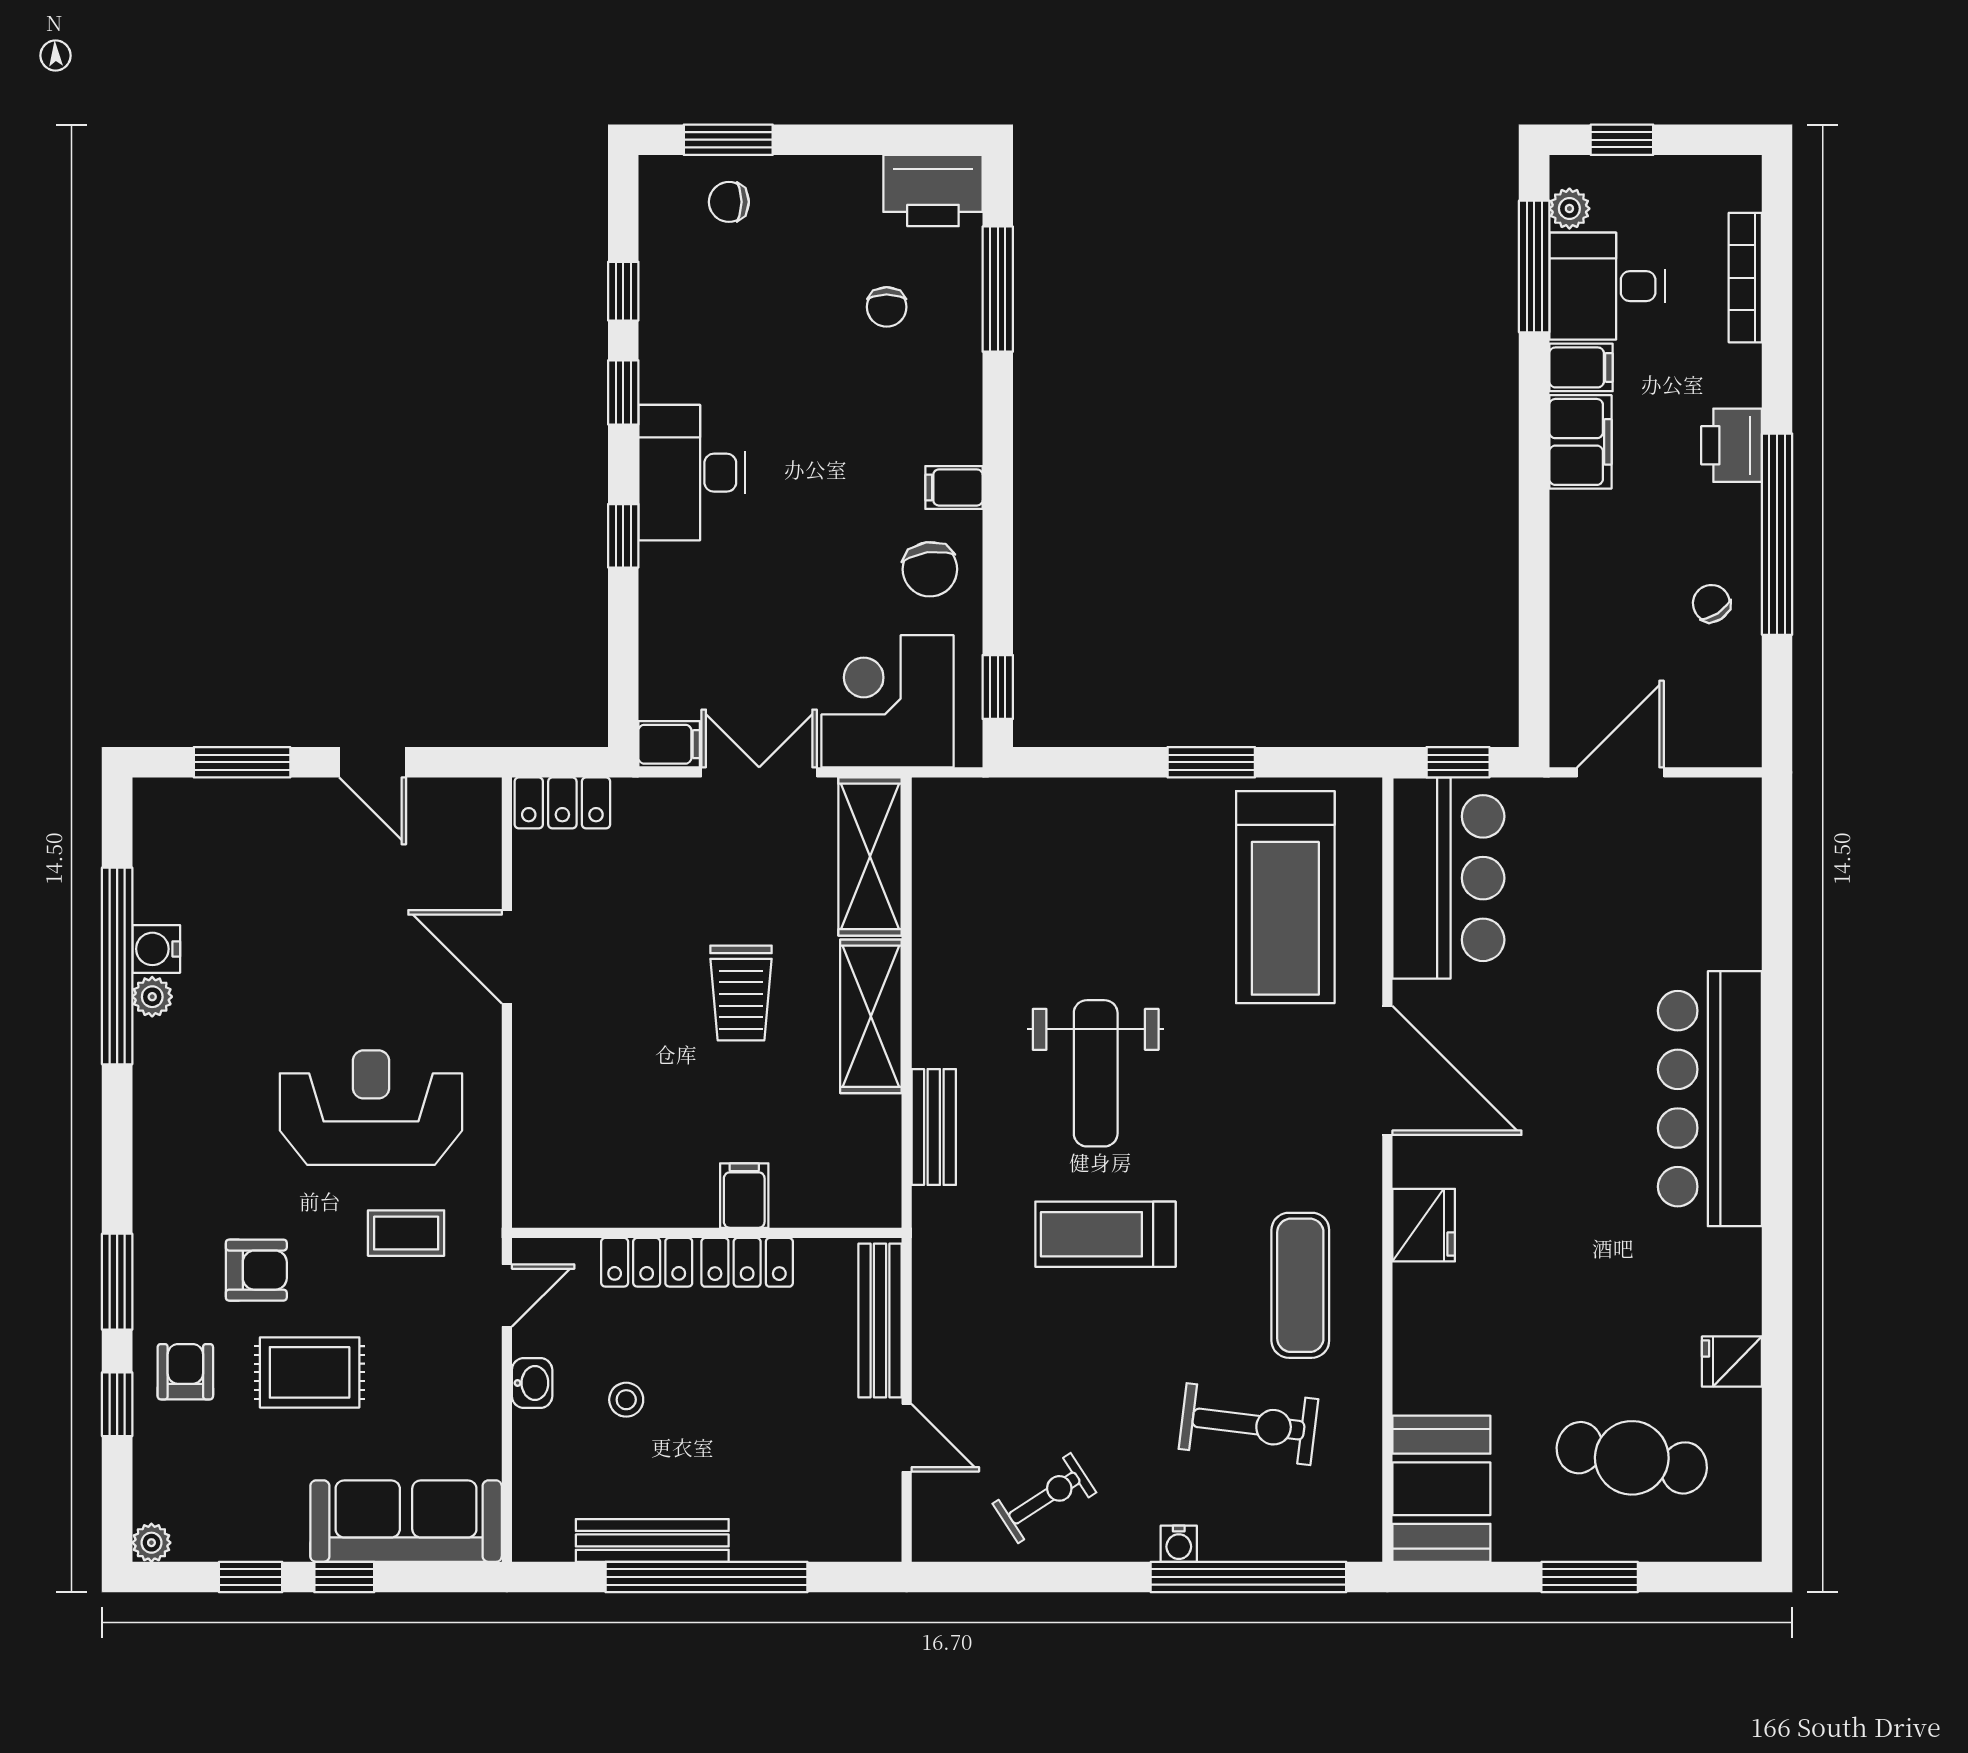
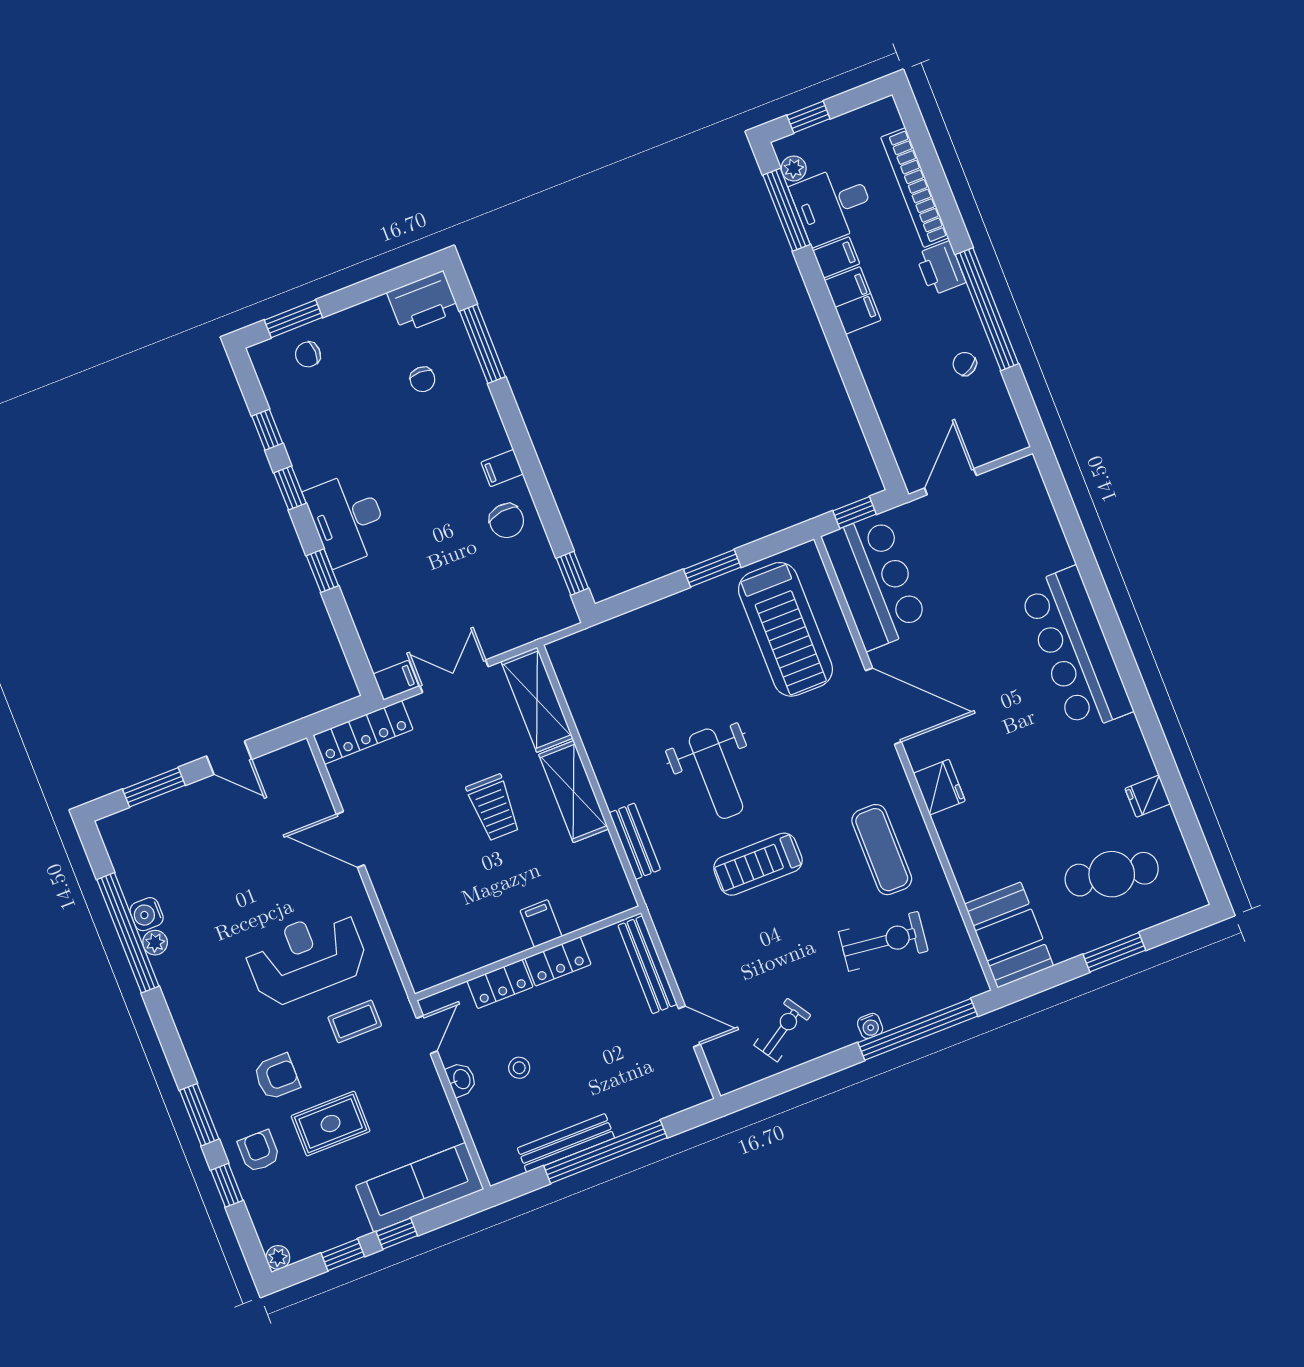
bookcase: (1745, 278) -> (915, 188), width x1.48, depth x1.31
corner desk: (887, 701) -> (512, 606), removed
locker: (562, 803) -> (363, 732), width x1.53

